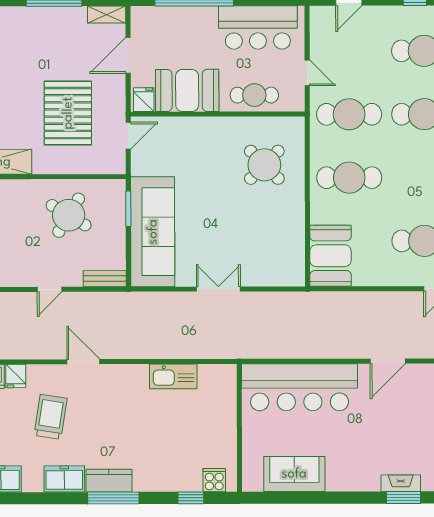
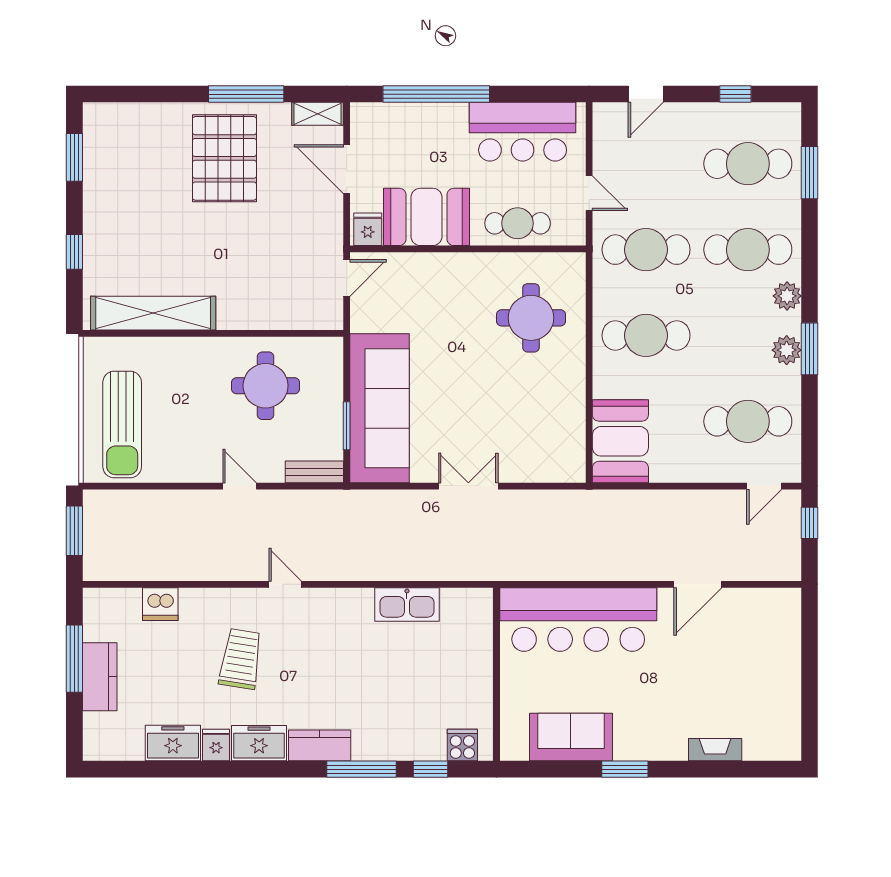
door: (128, 55) -> (347, 169), hinge flipped
pallet: (68, 113) -> (224, 158), moved
round table: (264, 165) -> (531, 318), turned 45
window: (128, 209) -> (347, 426), moved
round table: (69, 215) -> (266, 386), turned -31
door: (50, 289) -> (240, 486), swing flipped
door: (83, 362) -> (285, 584), width x0.73
fridge: (16, 376) -> (216, 745), moved, turned 180
window: (113, 498) -> (361, 769), moved
window: (403, 498) -> (625, 769), moved

